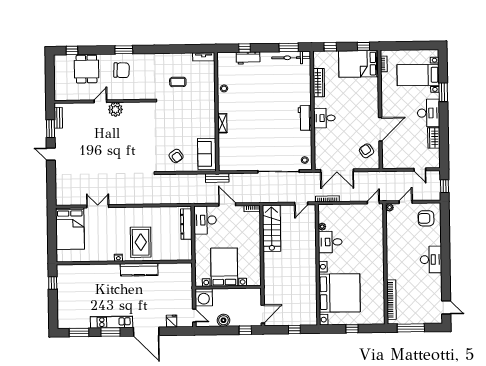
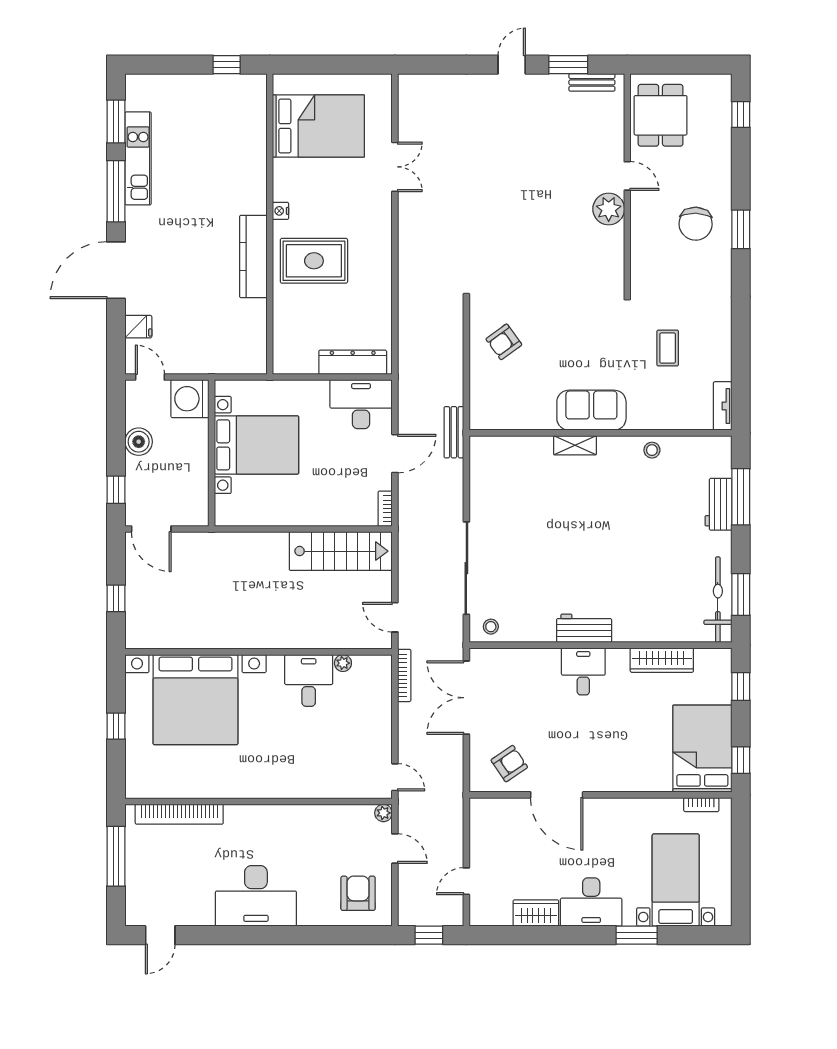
window: (245, 48) -> (741, 497), width x2.17
dining table: (86, 69) -> (661, 115), moved, turned 90
sofa: (207, 154) -> (591, 410), moved
bed: (70, 229) -> (318, 126), moved, turned 180
desk: (431, 259) -> (256, 896), width x1.36, depth x1.30
door: (194, 316) -> (150, 377), swing flipped
kitchen unit: (112, 322) -> (138, 158), moved
window: (110, 332) -> (116, 191), width x1.44

